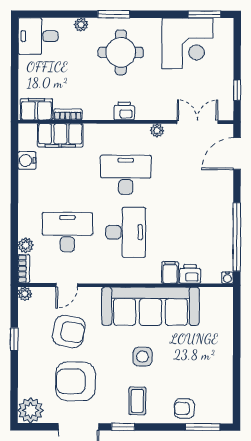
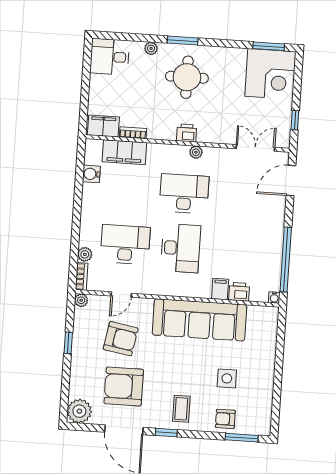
corner desk: (187, 43) -> (270, 74), moved
plant: (157, 131) -> (196, 152), moved
side table: (143, 357) -> (227, 378), moved

